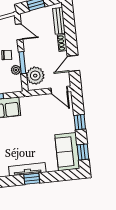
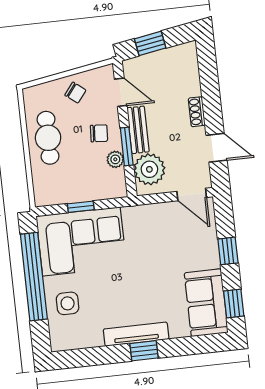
bench: (59, 21) -> (138, 130), moved
door: (73, 63) -> (217, 148), swing flipped

